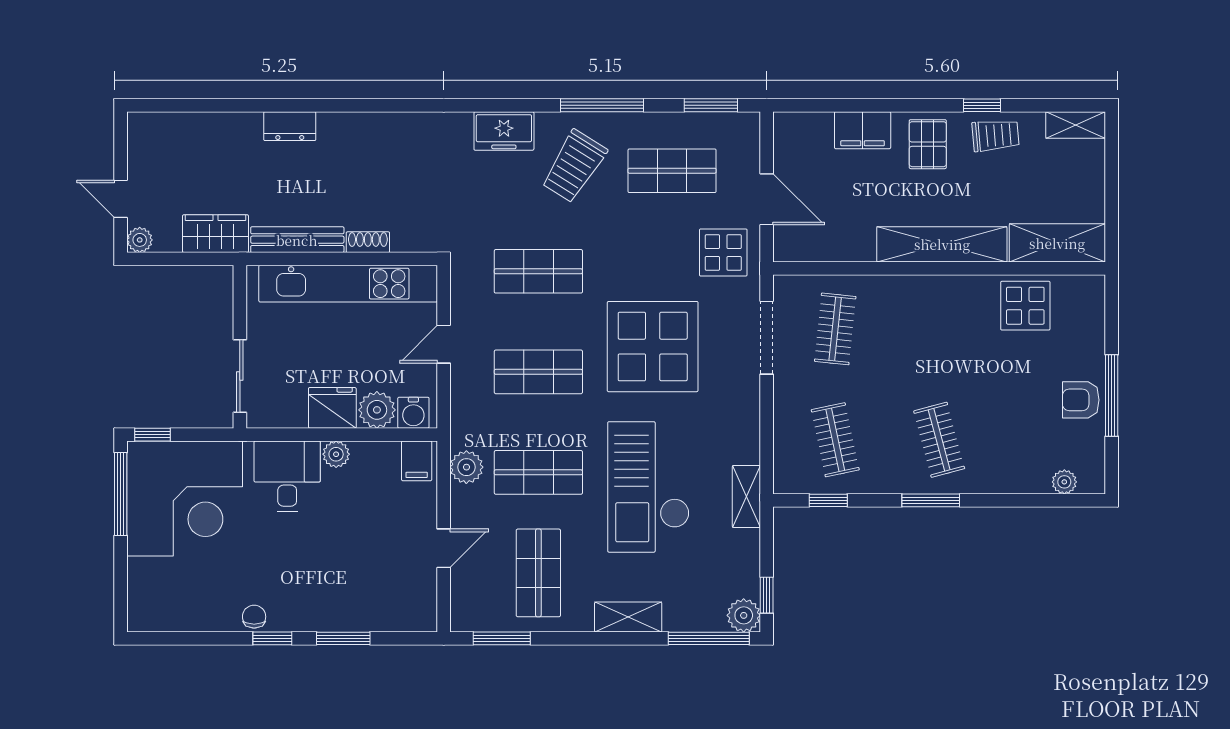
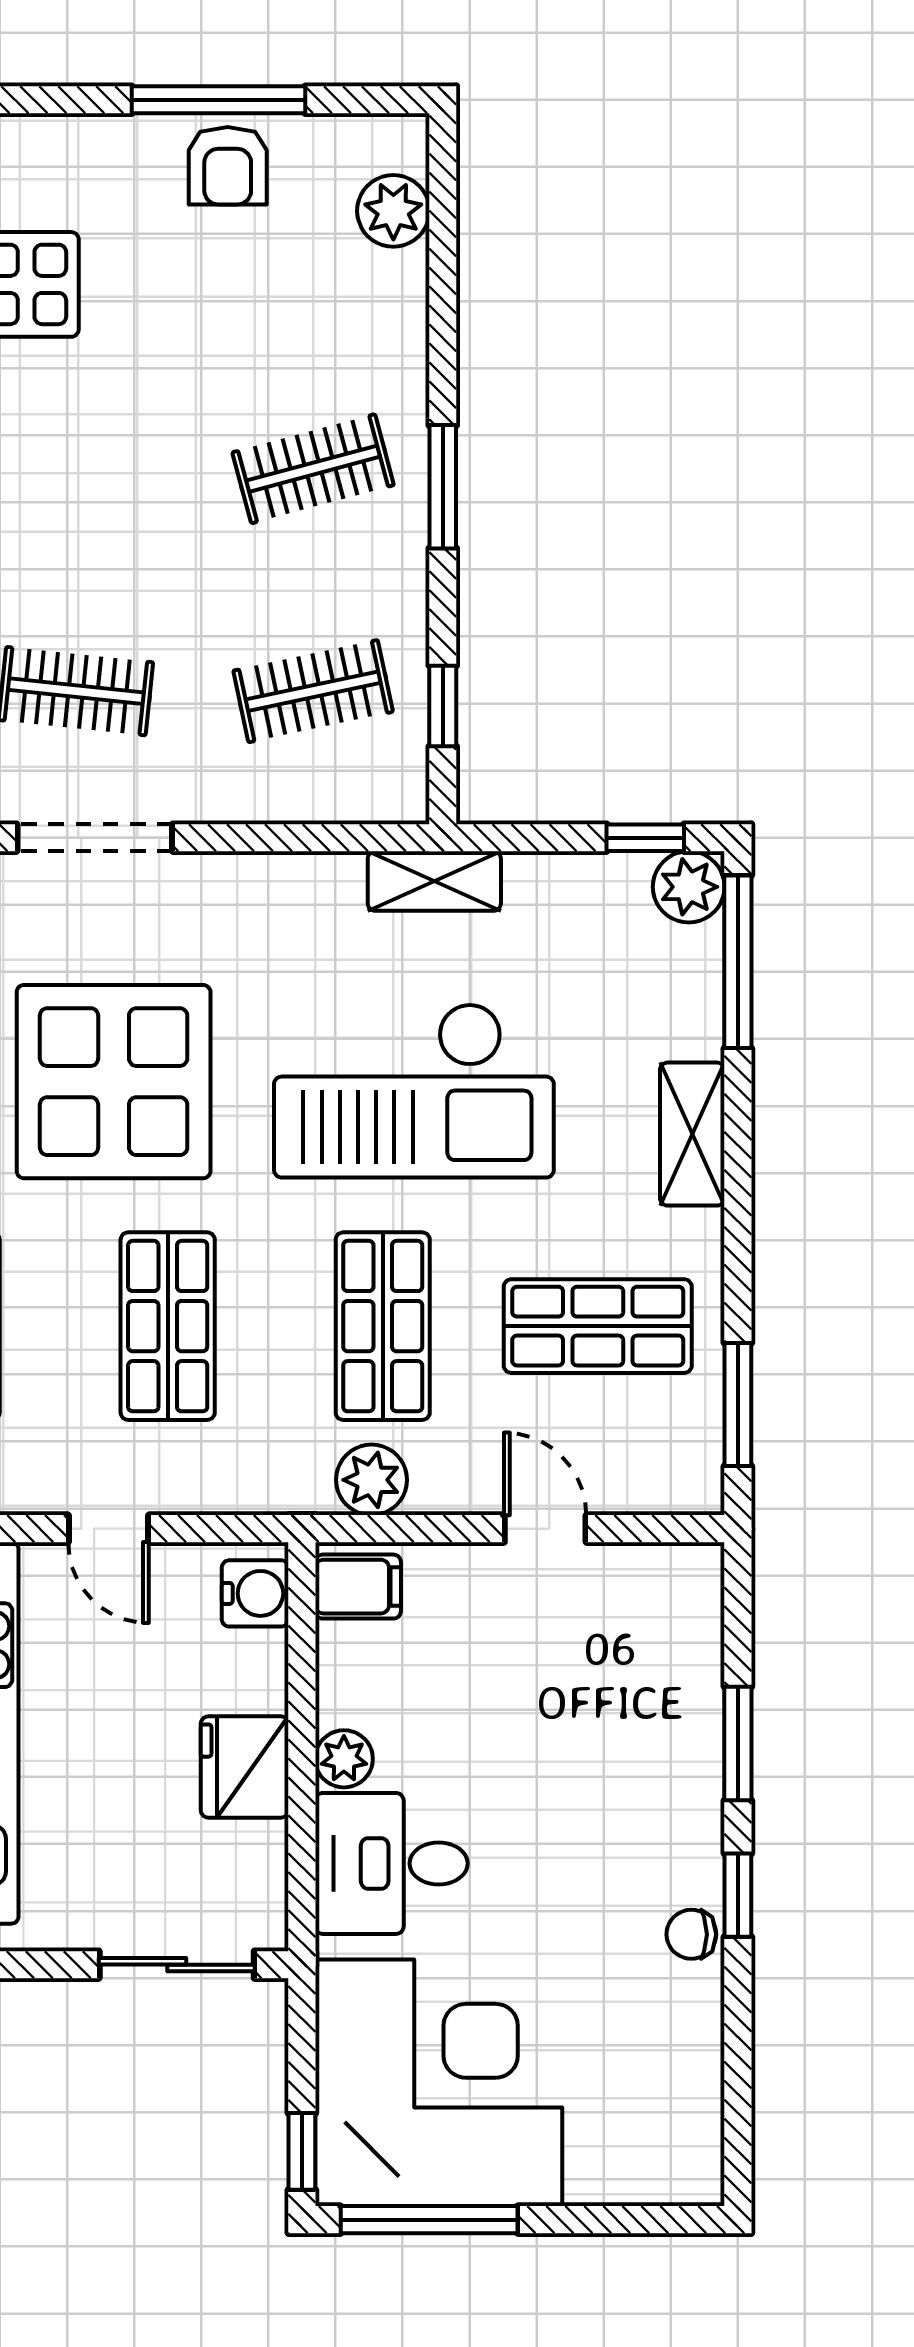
plant: (377, 410) -> (249, 1671), removed
plant: (1064, 482) -> (393, 211), width x1.38, depth x1.38

